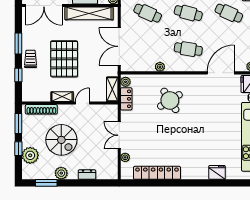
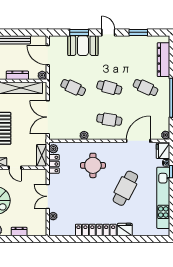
round table: (170, 100) -> (93, 165), turned 32
door: (82, 103) -> (15, 168), swing flipped
cafe table: (206, 126) -> (125, 188), added
fridge: (217, 172) -> (125, 230), moved
locker: (157, 173) -> (96, 230), moved

